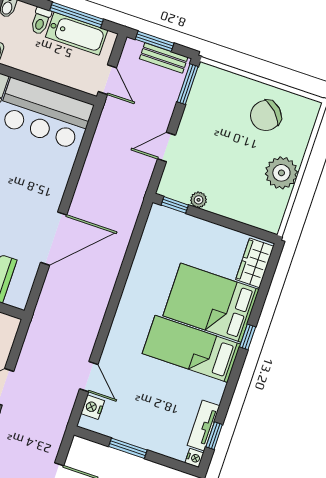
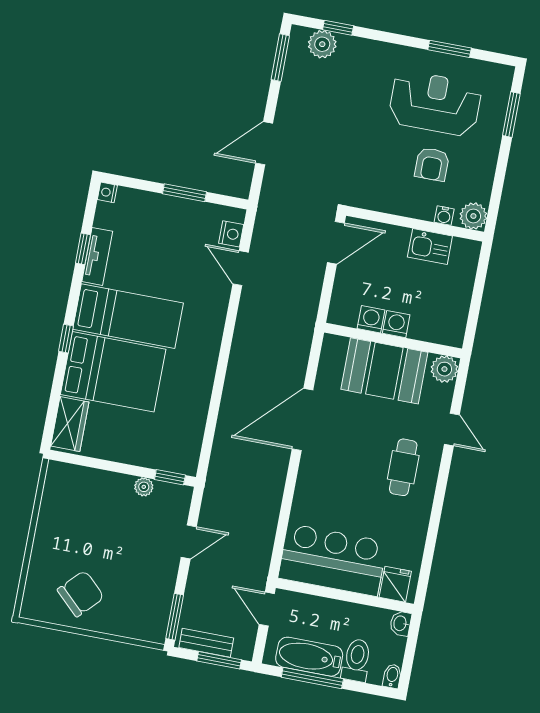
toilet: (41, 21) -> (357, 660), width x1.37, depth x1.39
plant: (281, 173) -> (54, 531), removed
tv unit: (203, 426) -> (97, 256), moved
window: (214, 436) -> (83, 249), moved

